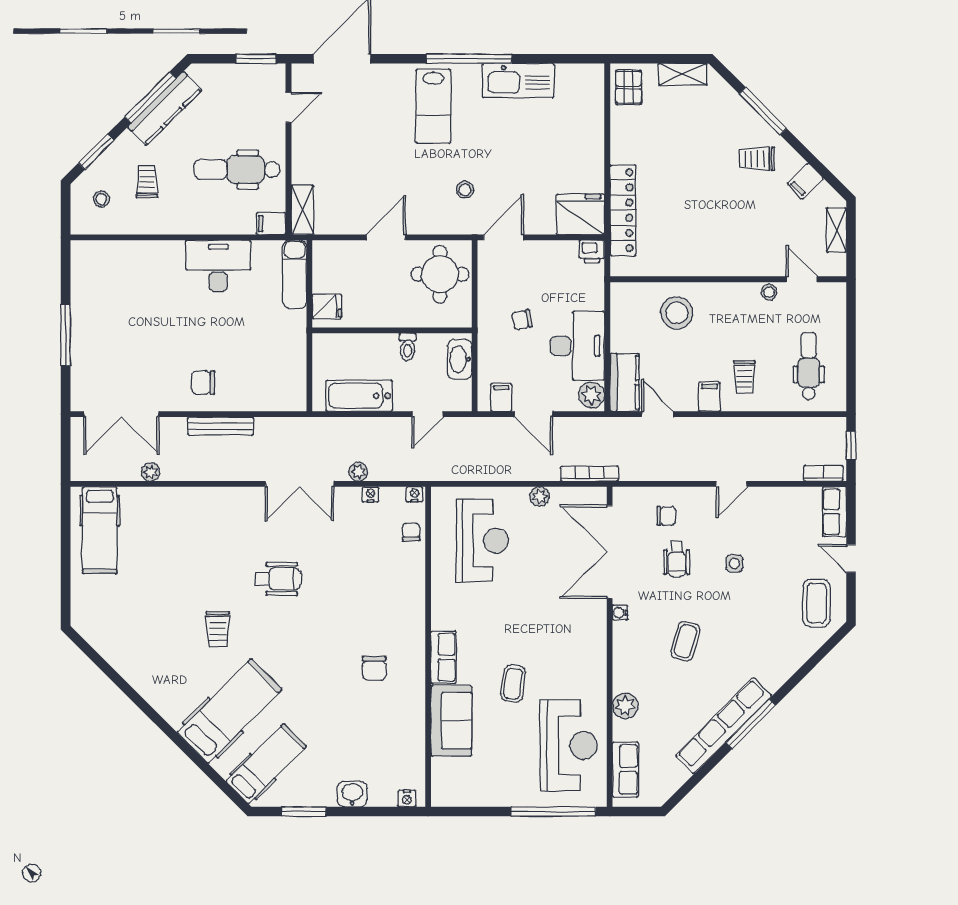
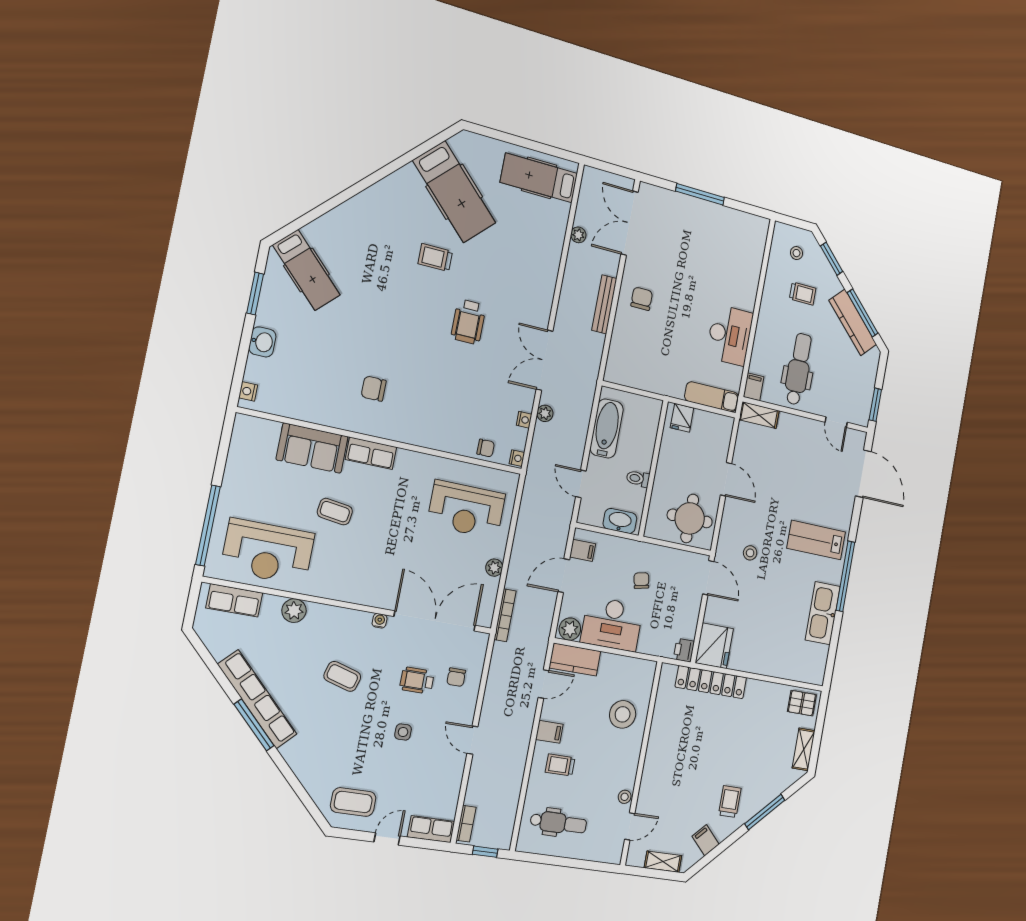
hospital bed: (230, 711) -> (454, 192), moved

